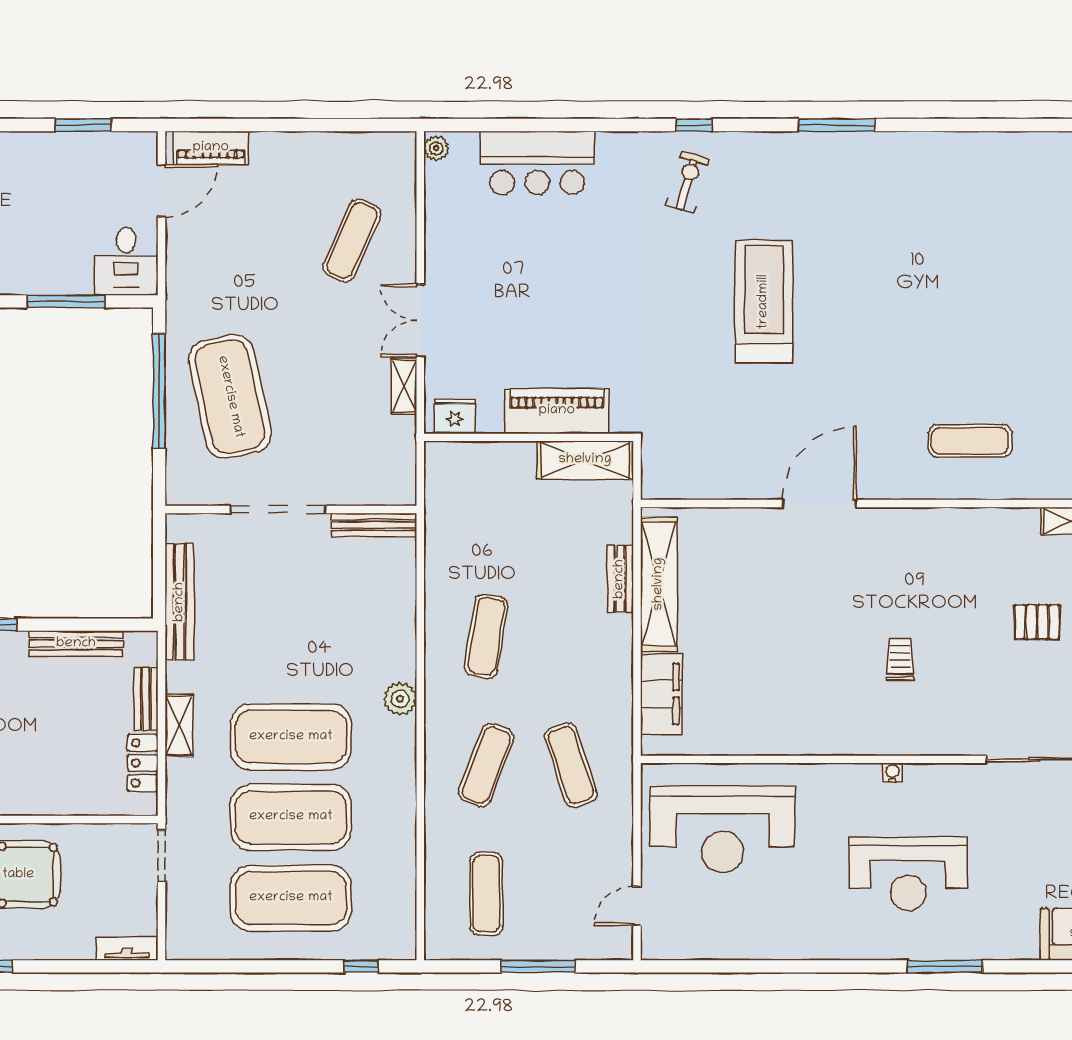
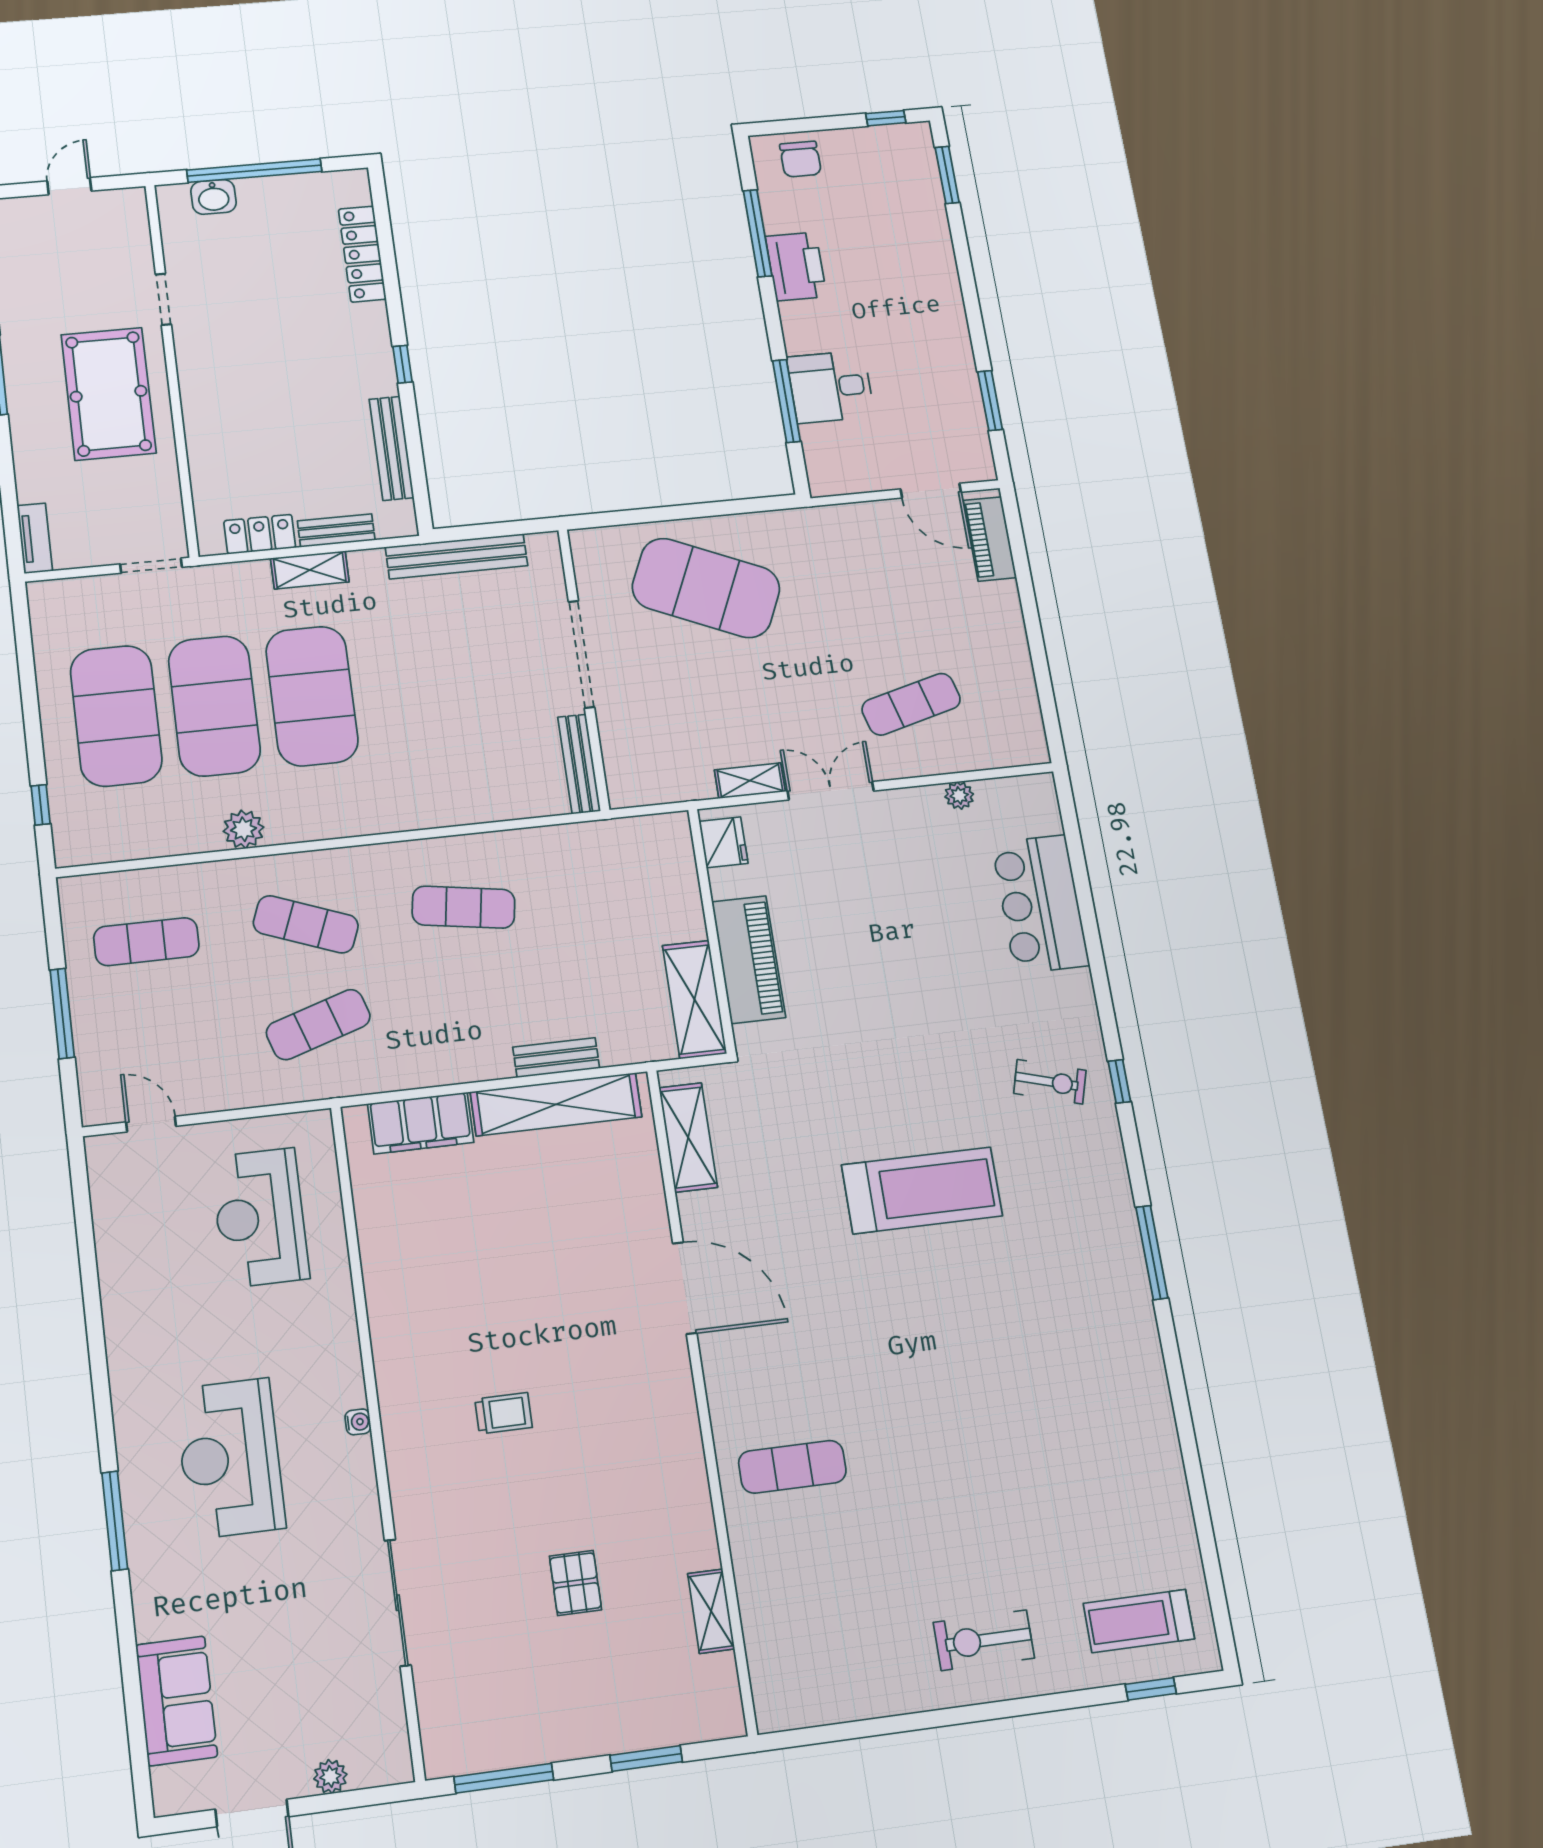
plant: (436, 148) -> (959, 795), moved
exercise mat: (352, 240) -> (911, 704), turned -39
desk: (126, 261) -> (830, 387), moved
window: (159, 391) -> (700, 510), removed
exercise mat: (230, 397) -> (706, 588), turned 36
exercise mat: (970, 441) -> (792, 1467), turned 90
shelving: (698, 483) -> (688, 1137), added
plant: (400, 699) -> (244, 829), moved
reception desk: (723, 829) -> (260, 1218), width x0.74, depth x0.77

